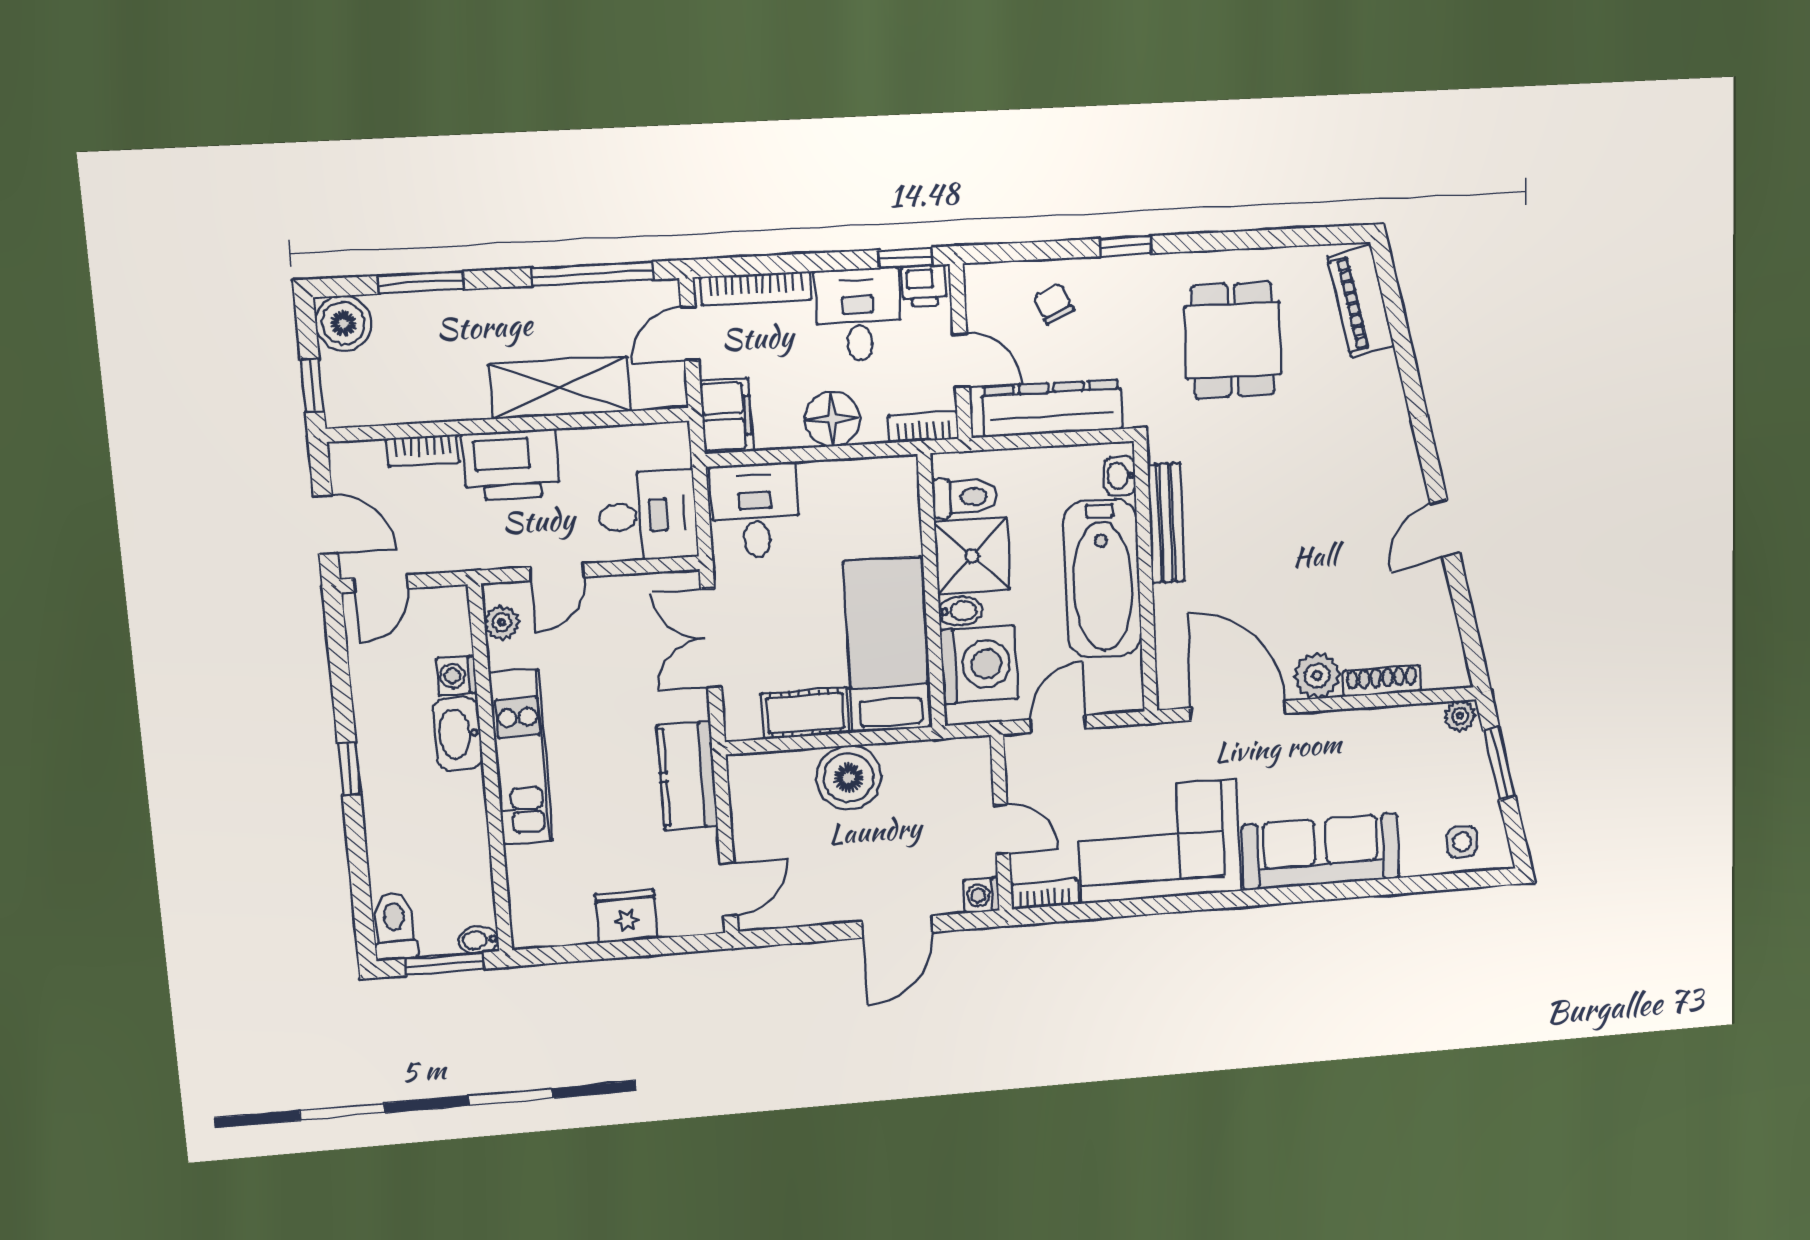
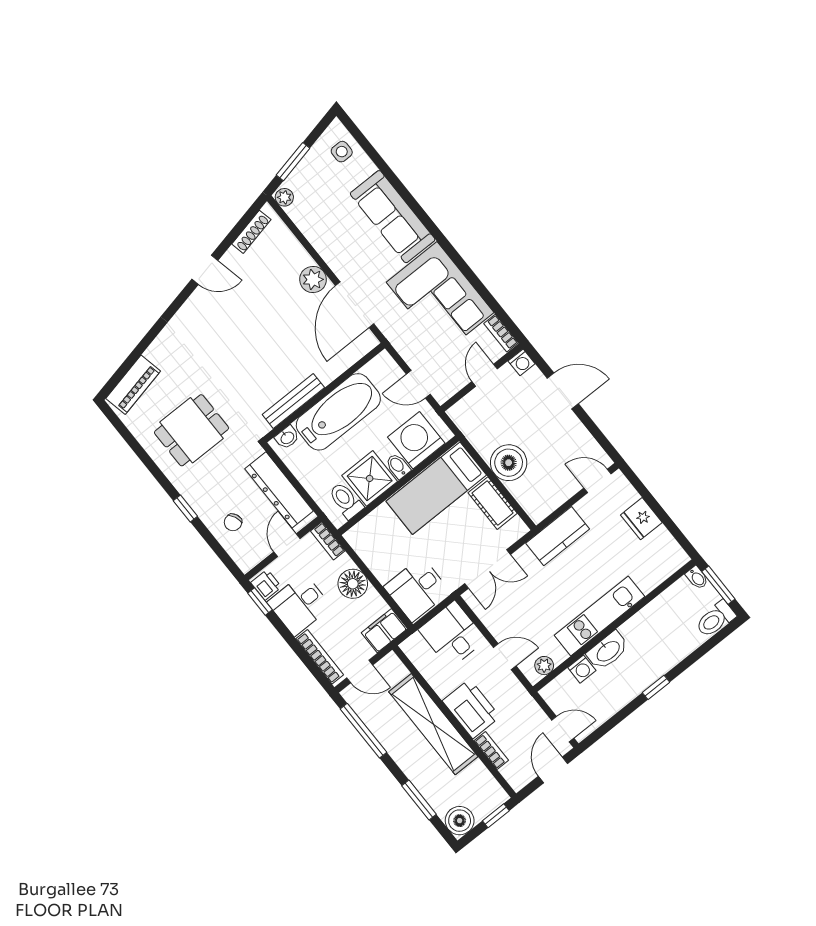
shelving: (560, 388) -> (433, 724), width x1.47
shoe rack: (1382, 681) -> (251, 232), moved, turned -102

